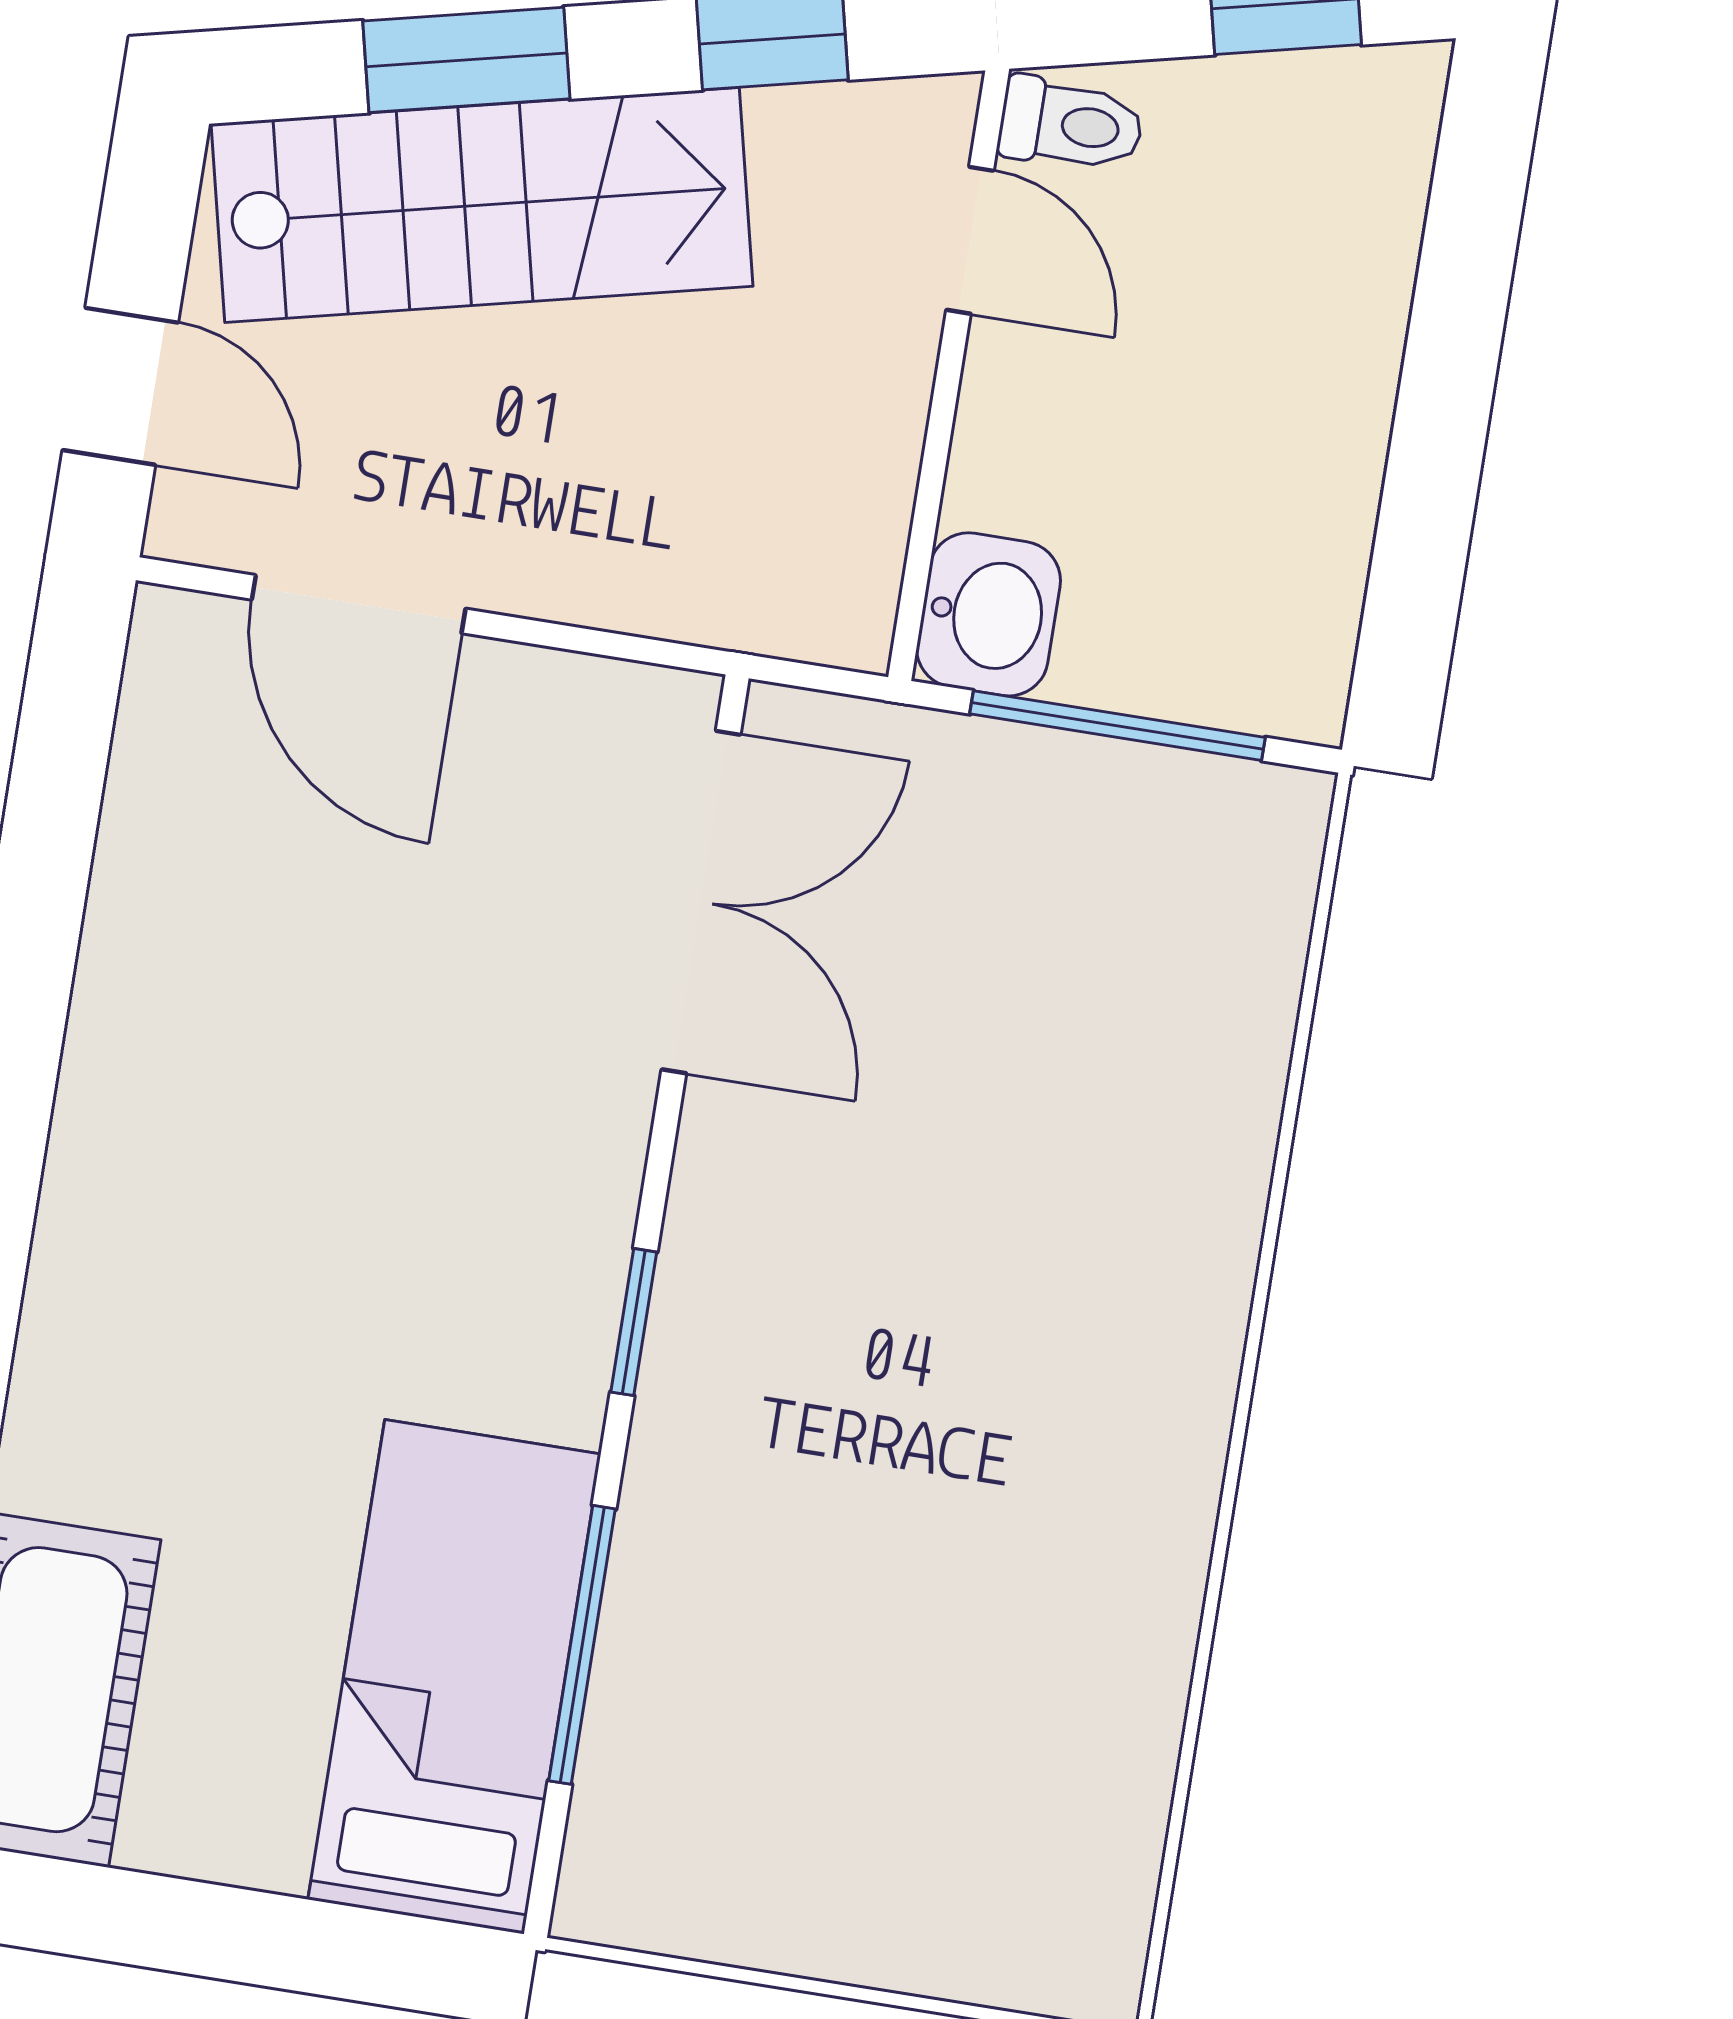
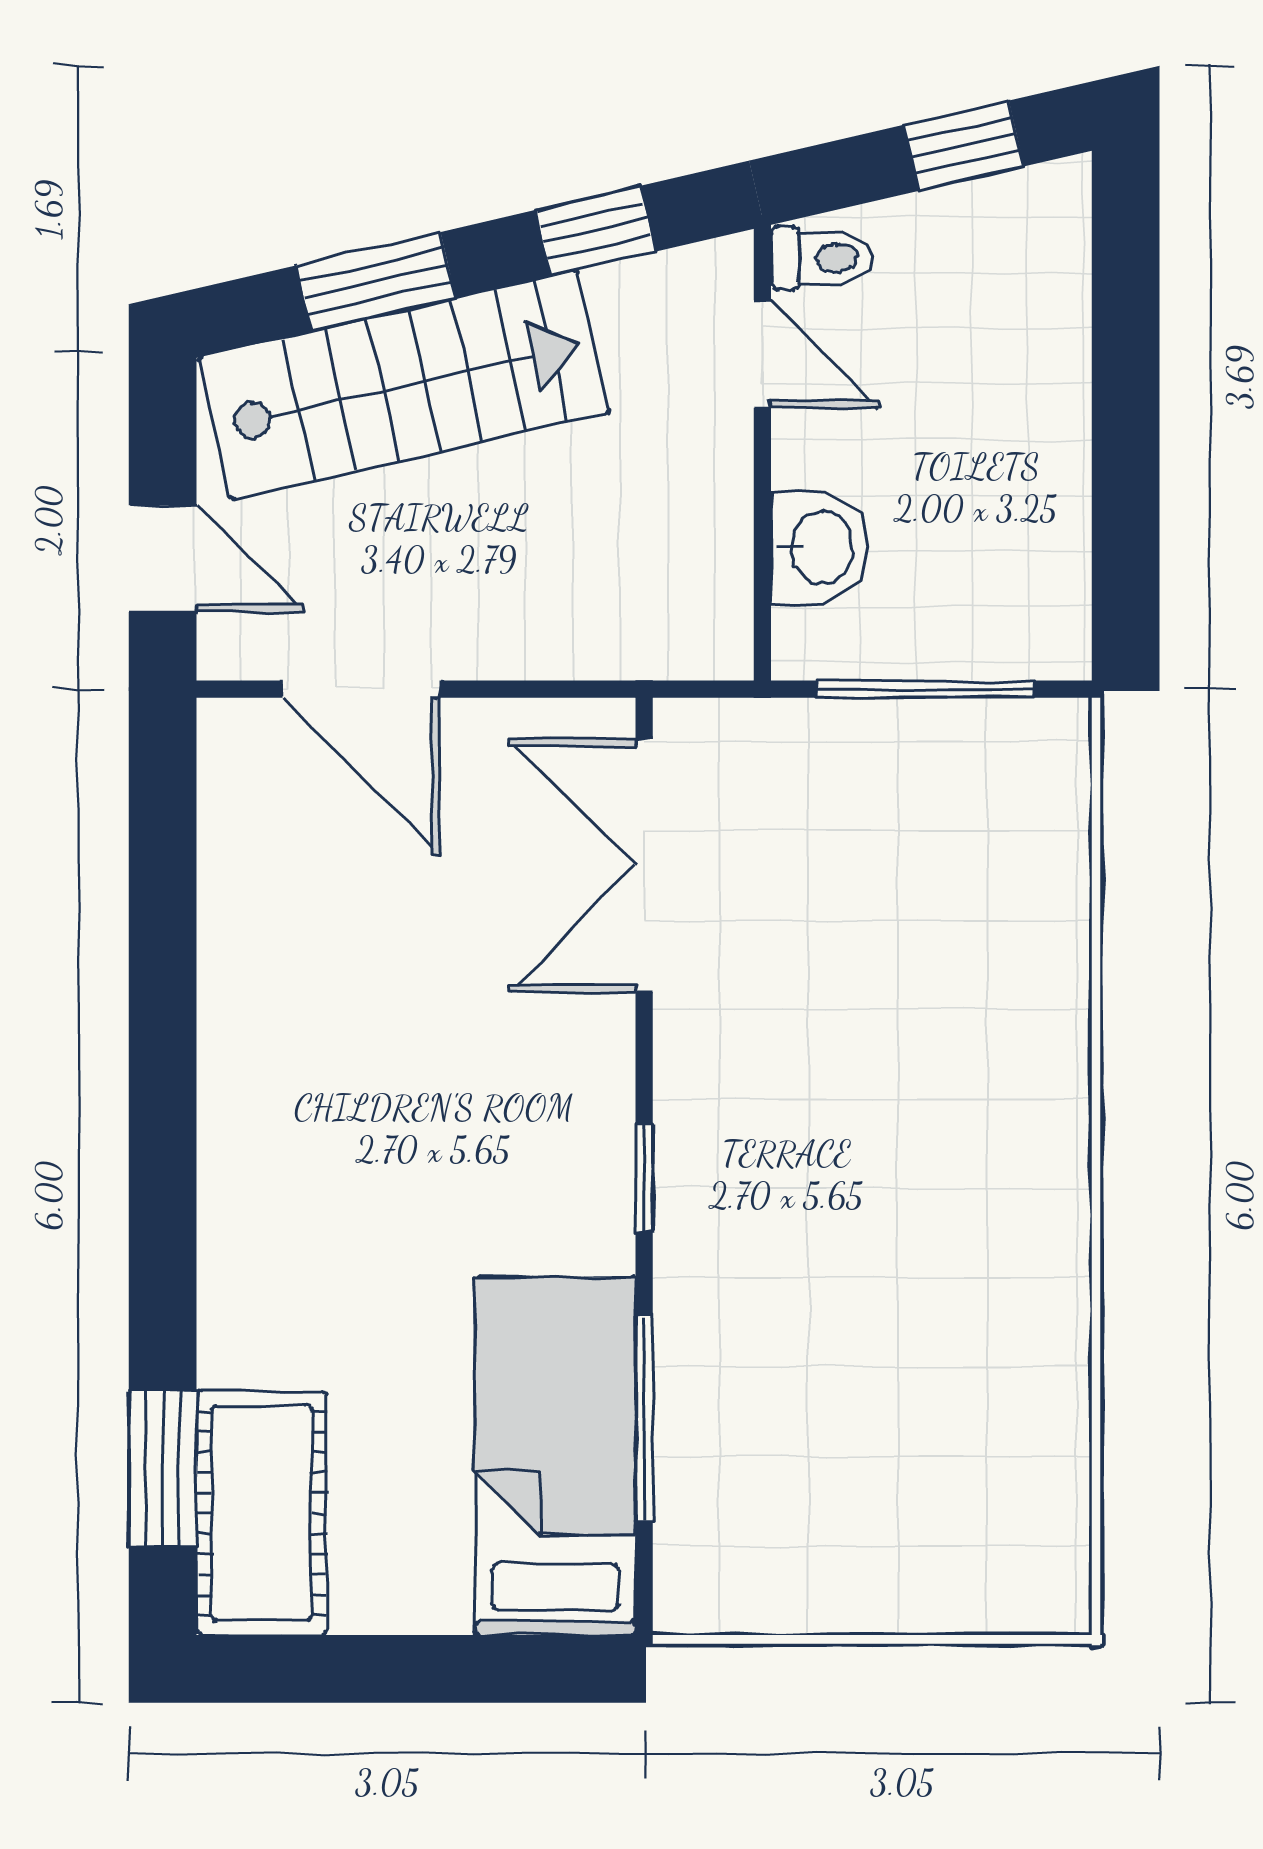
washbasin: (989, 614) -> (819, 548), moved
double door: (701, 902) -> (644, 865), swing flipped

